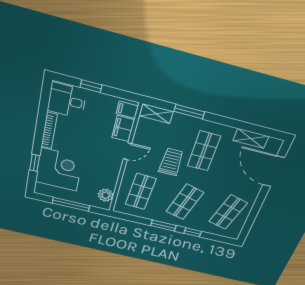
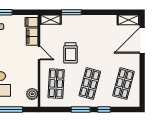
shelving: (251, 138) -> (128, 20), moved
door: (127, 151) -> (39, 53), hinge flipped
shop shelf: (204, 151) -> (90, 38), removed
trolley: (171, 162) -> (71, 53), turned 180
door: (274, 171) -> (142, 40), hinge flipped

